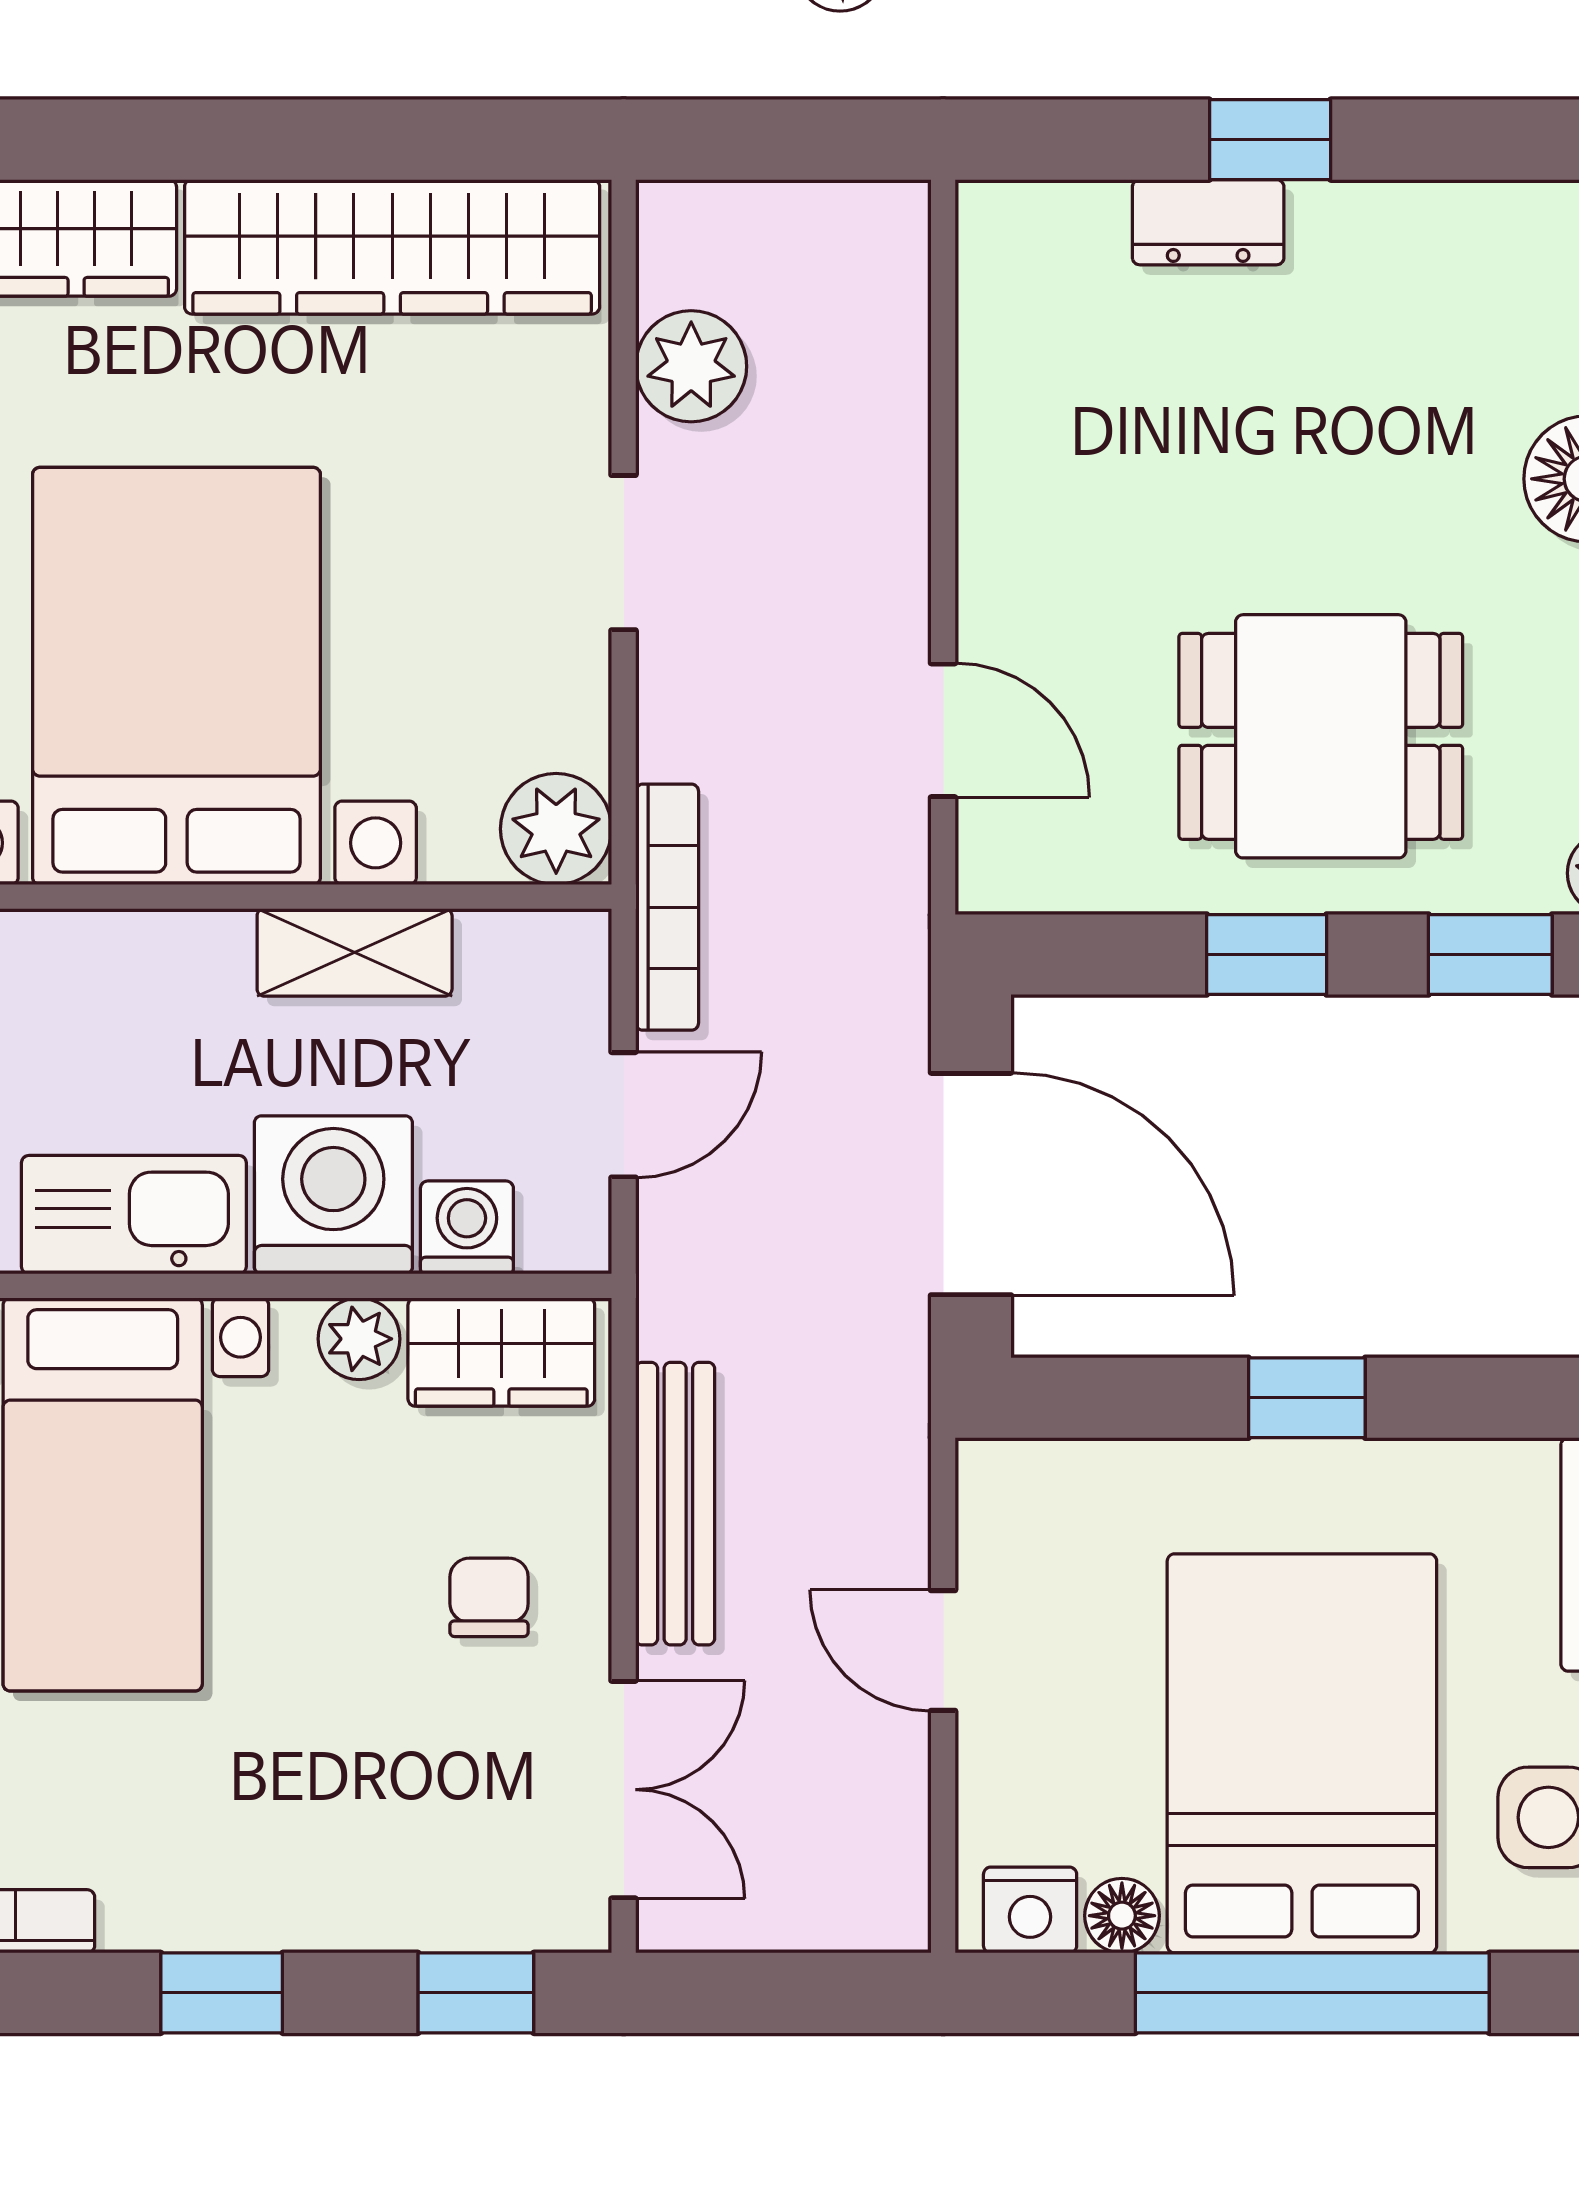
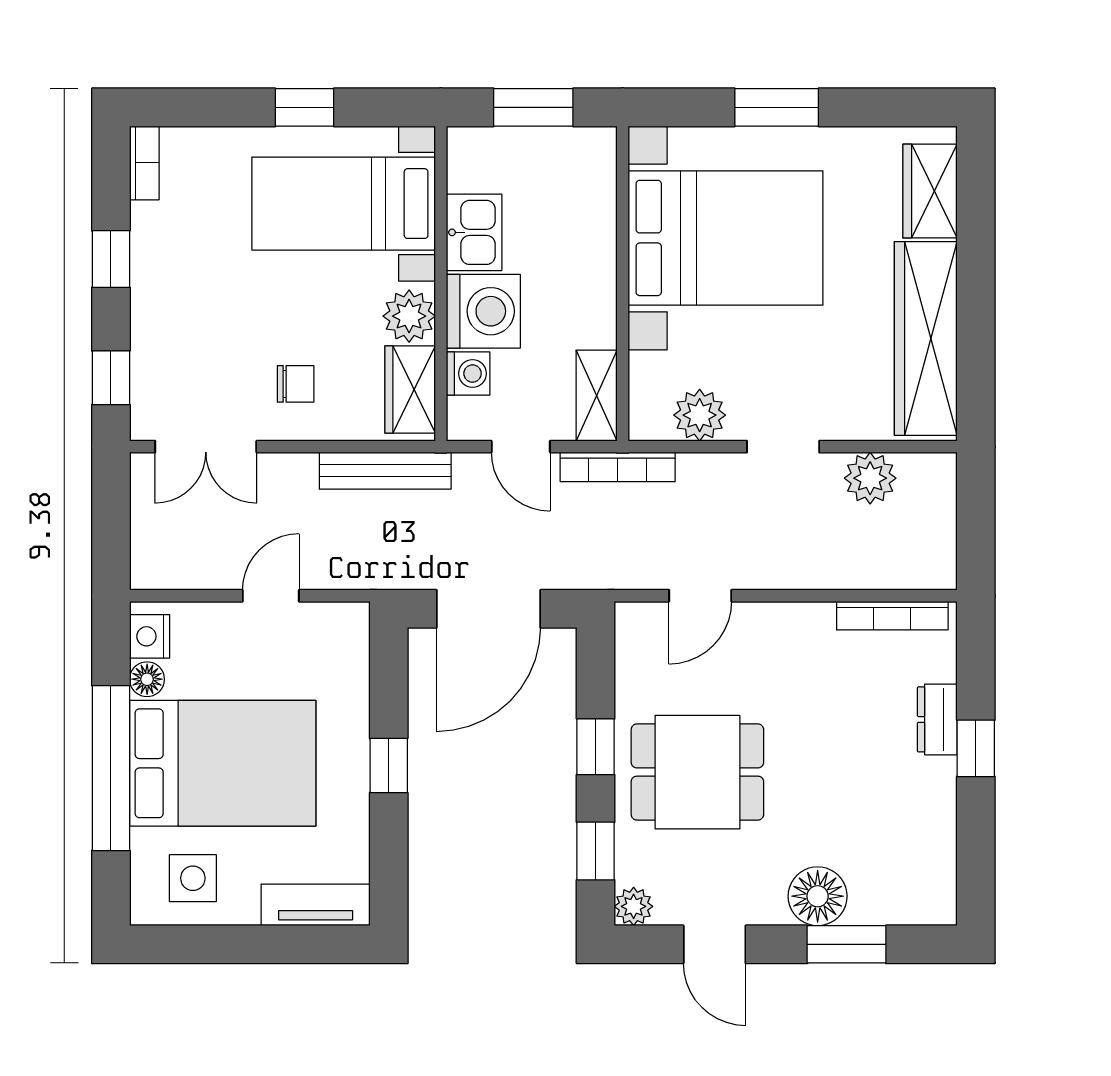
bookcase: (986, 319) -> (892, 616), added
dining table: (1321, 736) -> (697, 772), turned 90
plant: (556, 829) -> (700, 415), moved
shelving: (355, 952) -> (597, 396), moved
kitchen sink: (134, 1215) -> (474, 232), width x0.73
plant: (359, 1339) -> (409, 316), width x1.38, depth x1.38
bench: (675, 1504) -> (385, 471), moved

